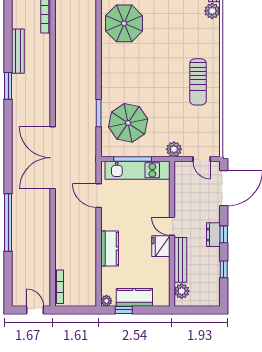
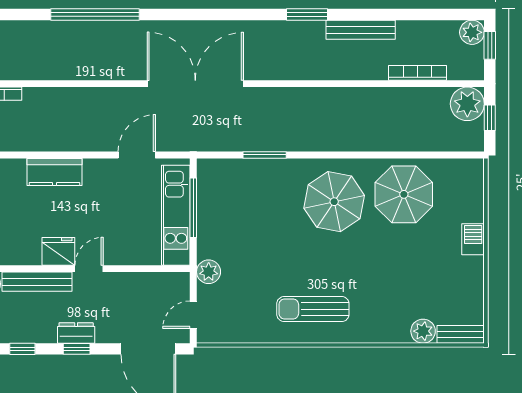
parasol: (128, 123) -> (334, 202), moved

